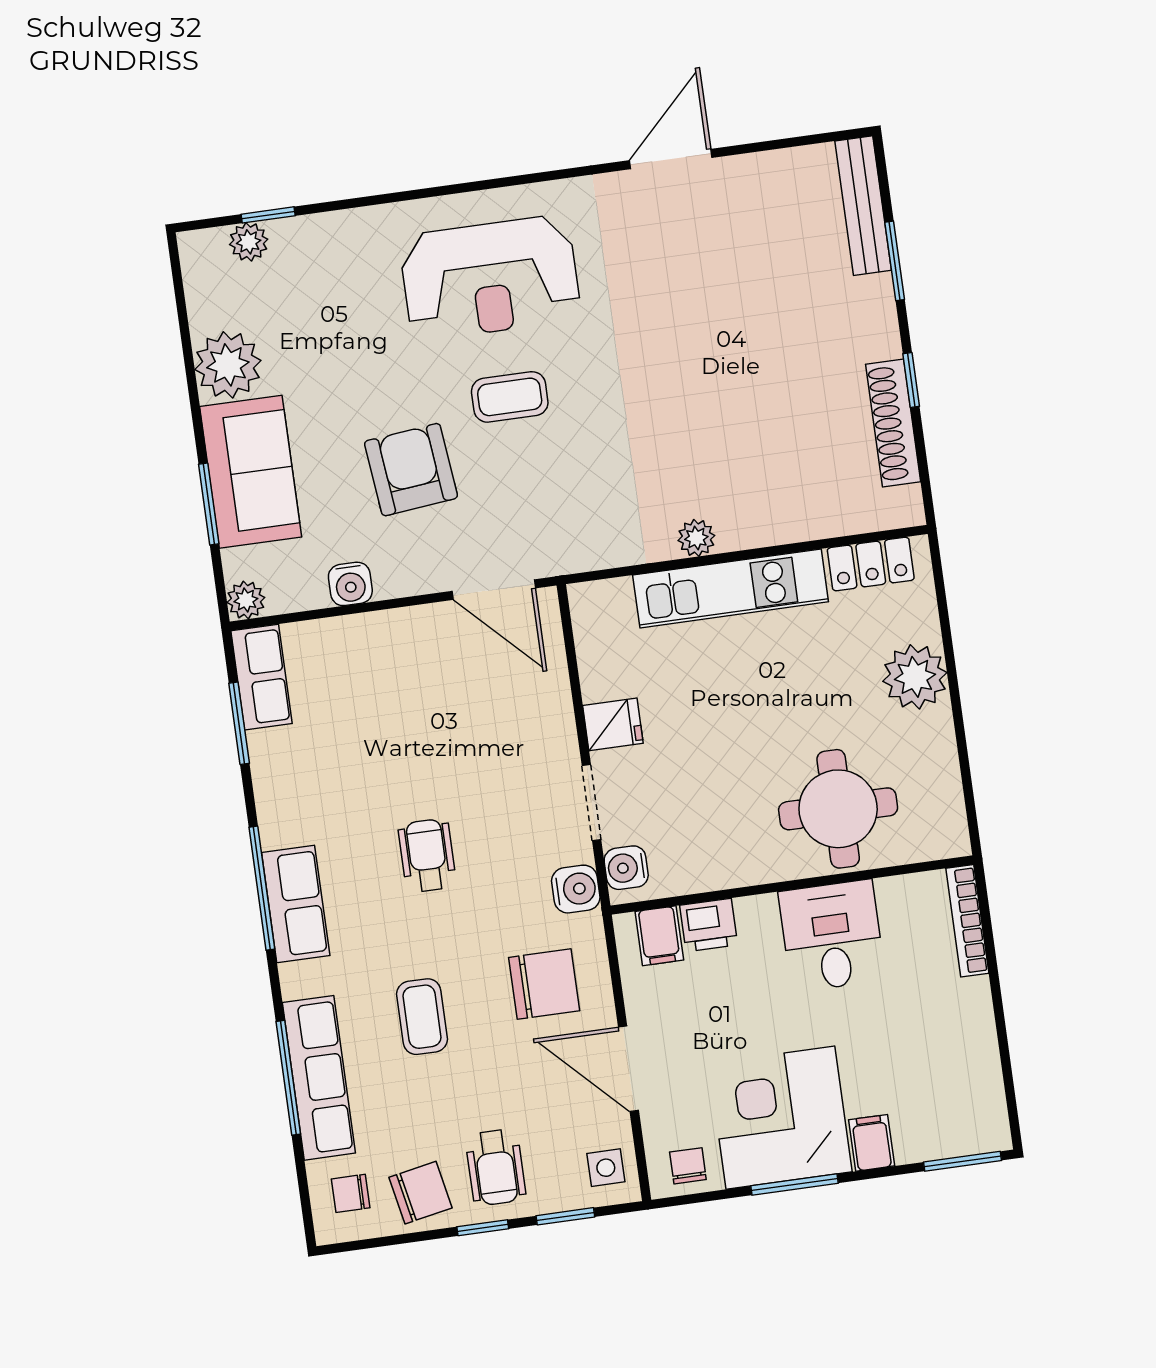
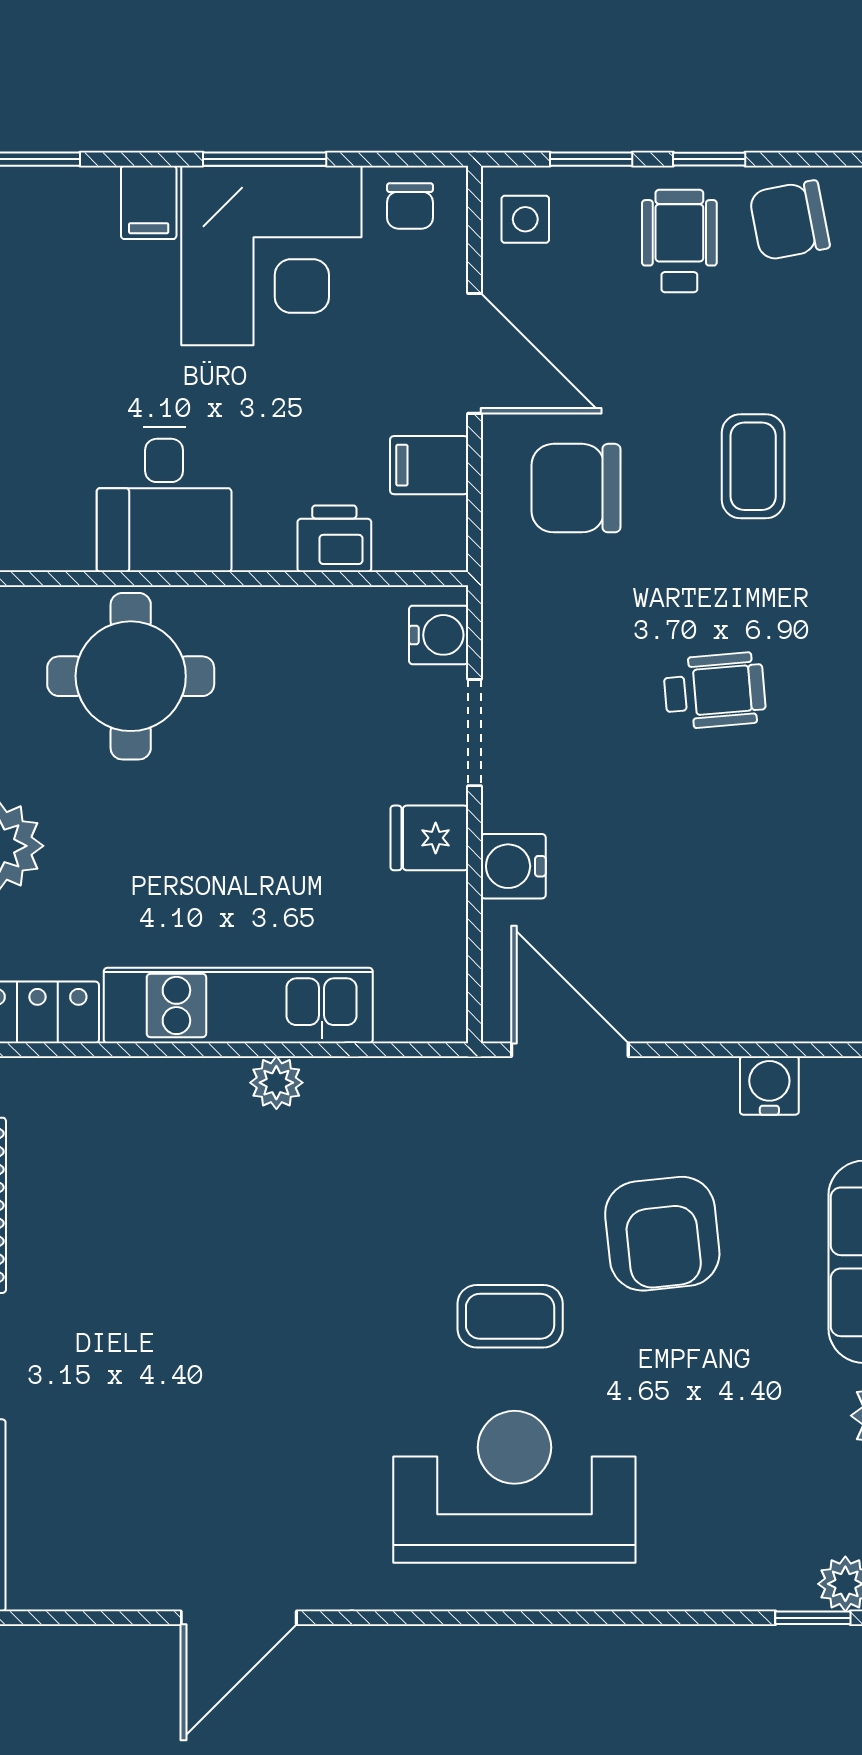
wheelchair: (427, 855) -> (715, 691), turned -95
water cooler: (576, 889) -> (513, 866), moved
filing cabinet: (659, 936) -> (429, 465), moved, turned -90

